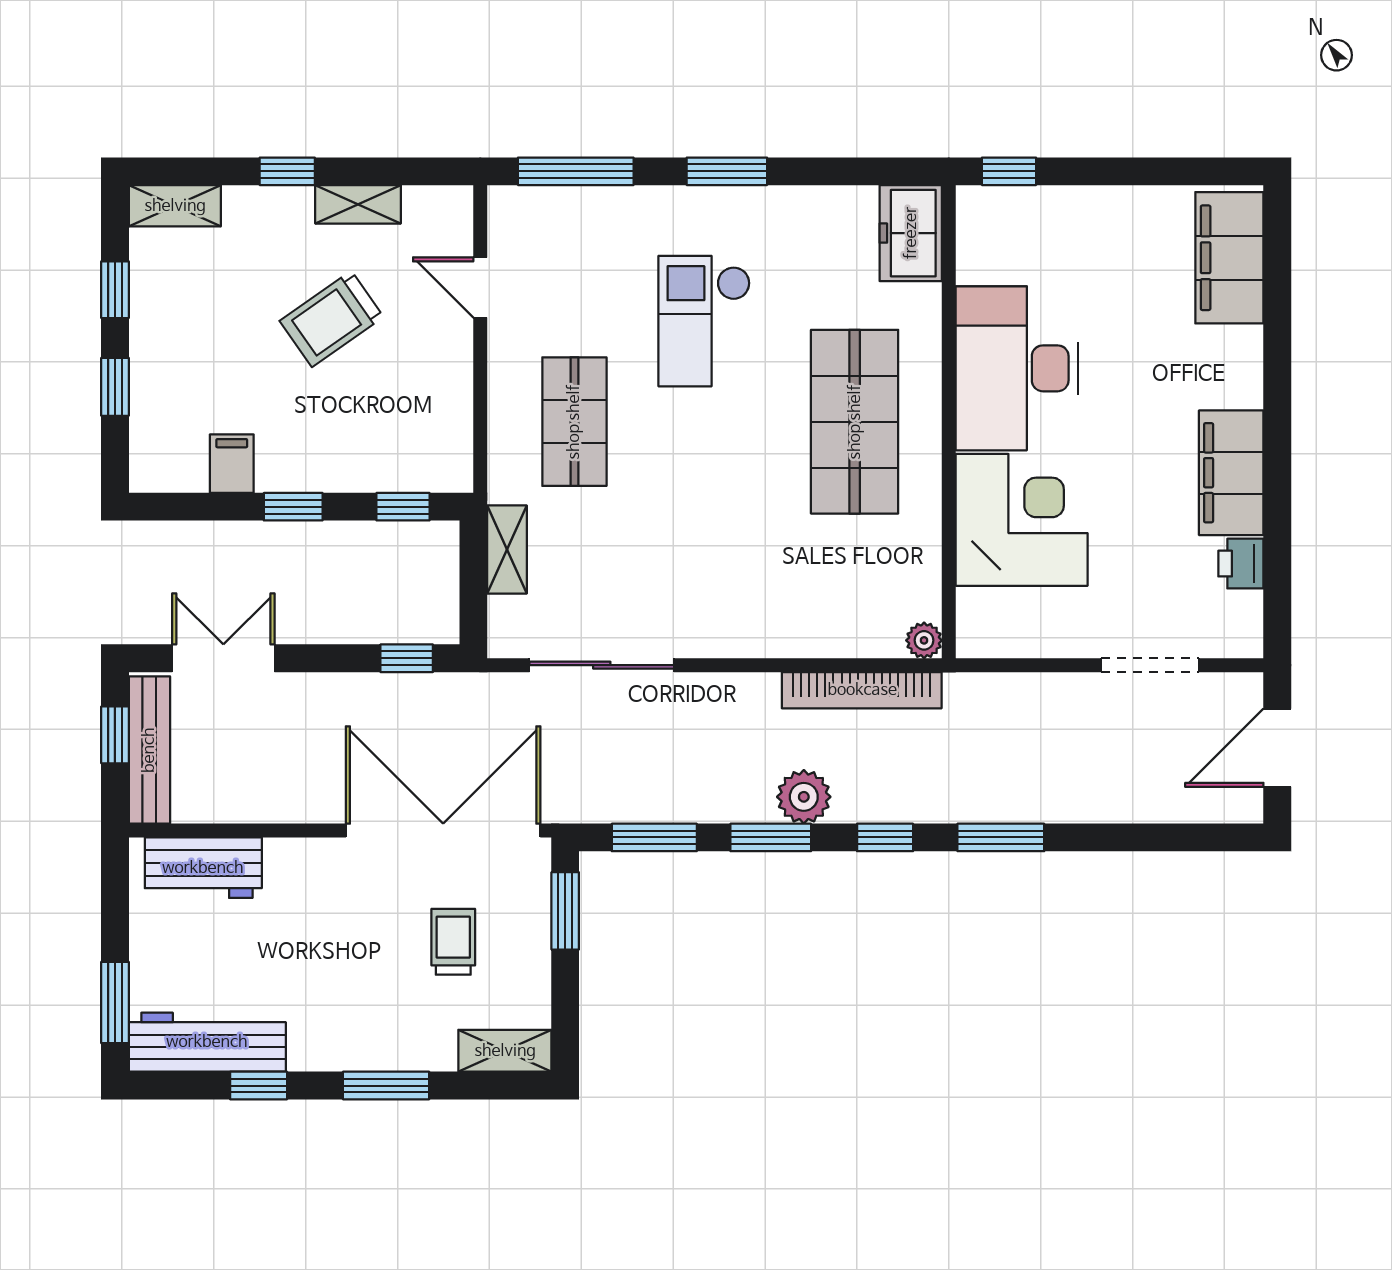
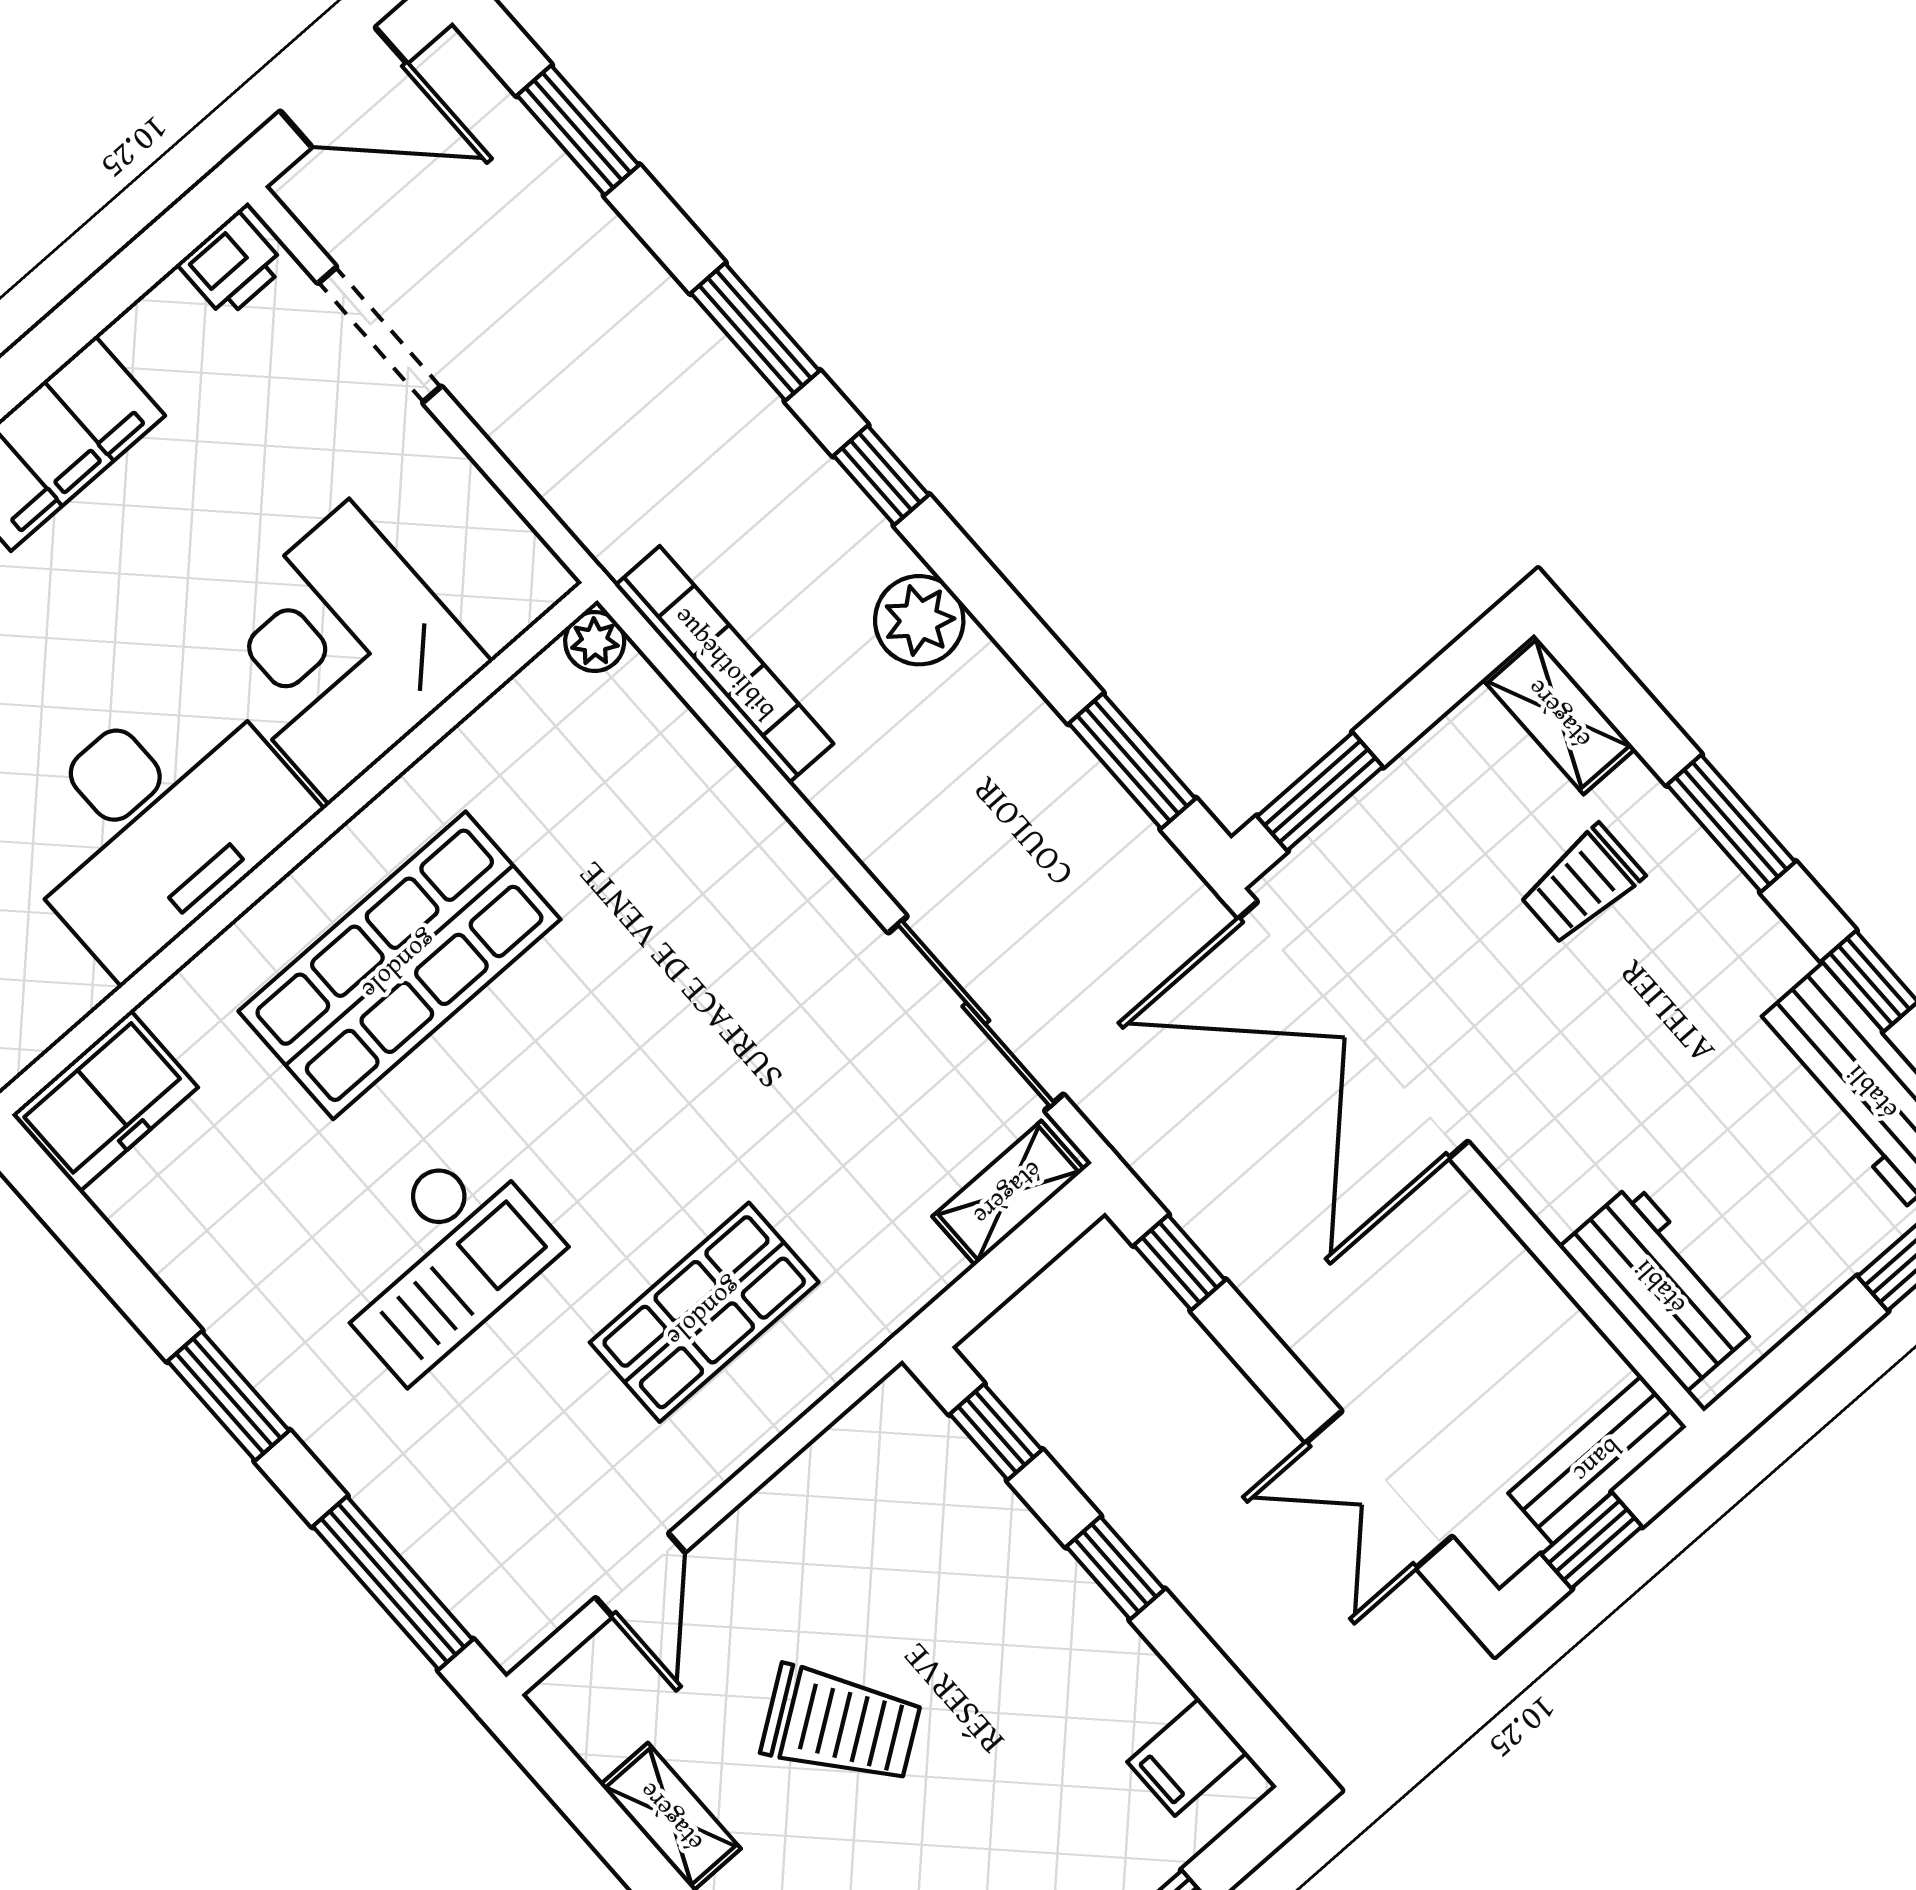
filing cabinet: (232, 464) -> (1187, 1757), moved
shelving: (507, 549) -> (1008, 1193), moved
printer: (1241, 564) -> (232, 265), moved
bench: (149, 750) -> (1597, 1460), width x0.73
window: (771, 837) -> (578, 130), moved
trolley: (453, 942) -> (1582, 885), moved

